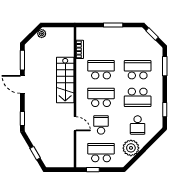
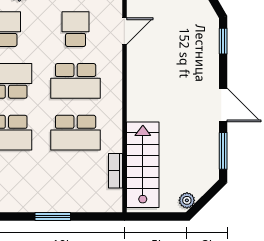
stairs: (65, 80) -> (143, 165), moved
door: (75, 124) -> (124, 31), swing flipped
school desk: (101, 125) -> (76, 29), turned 180

